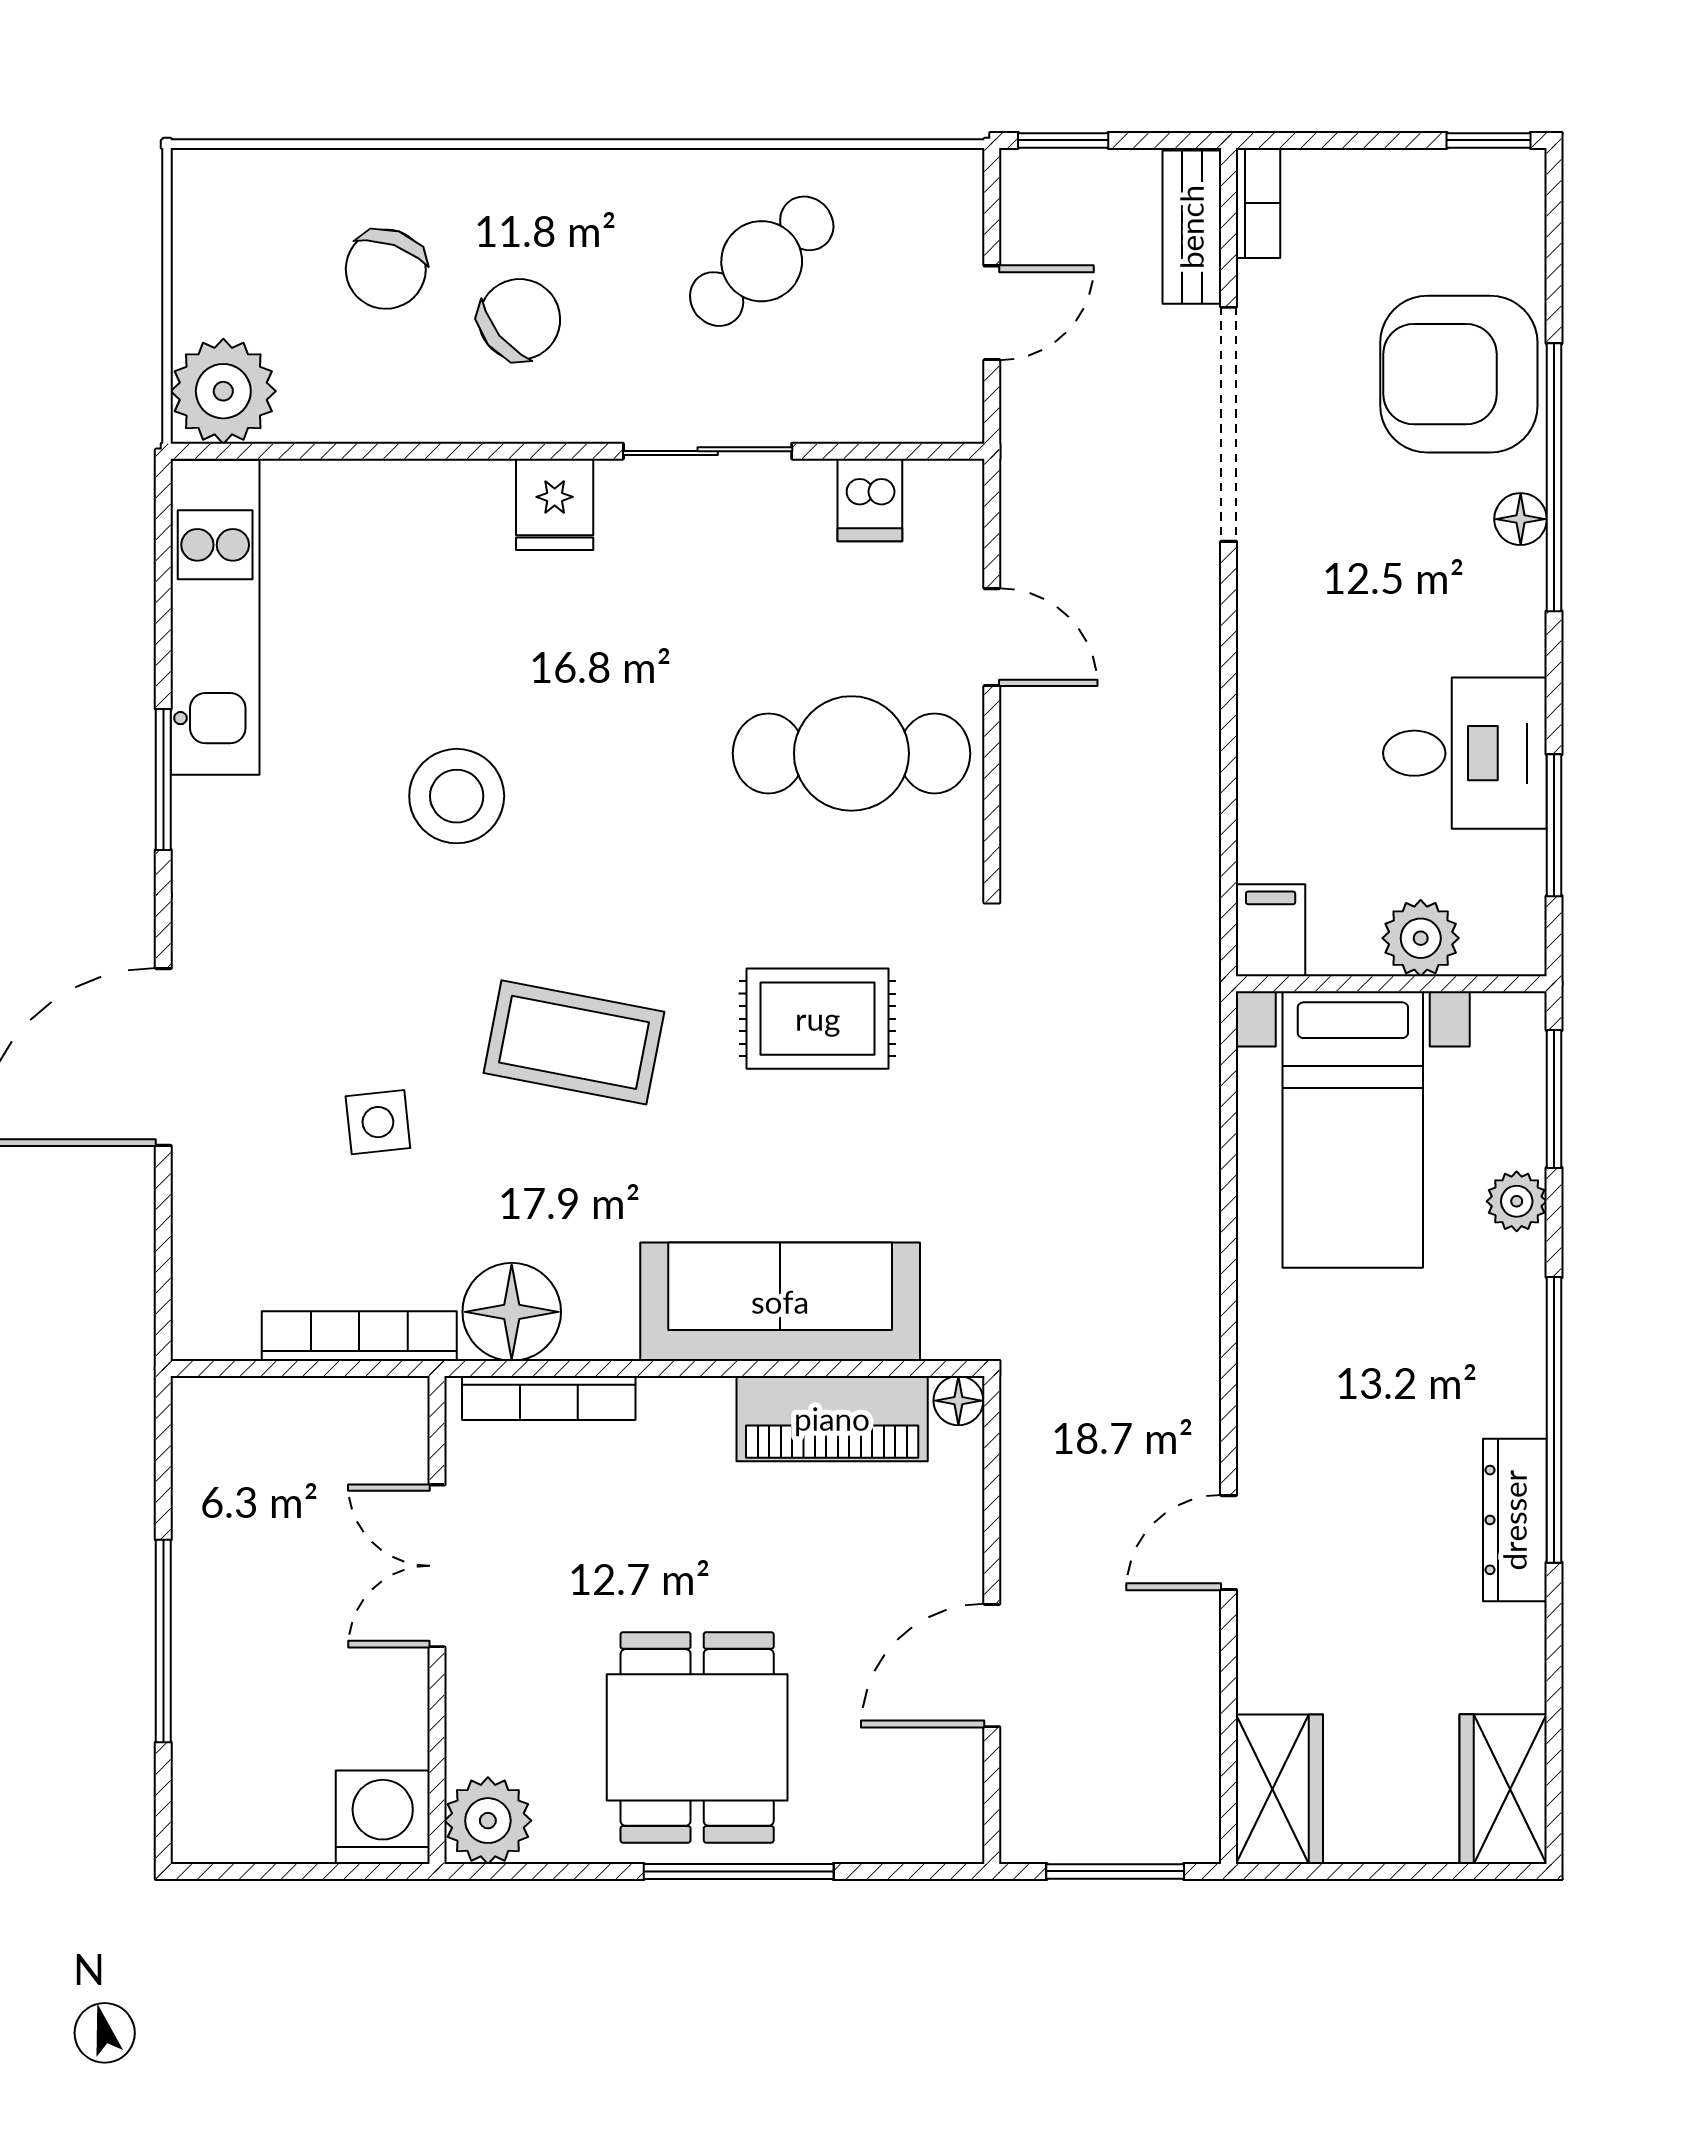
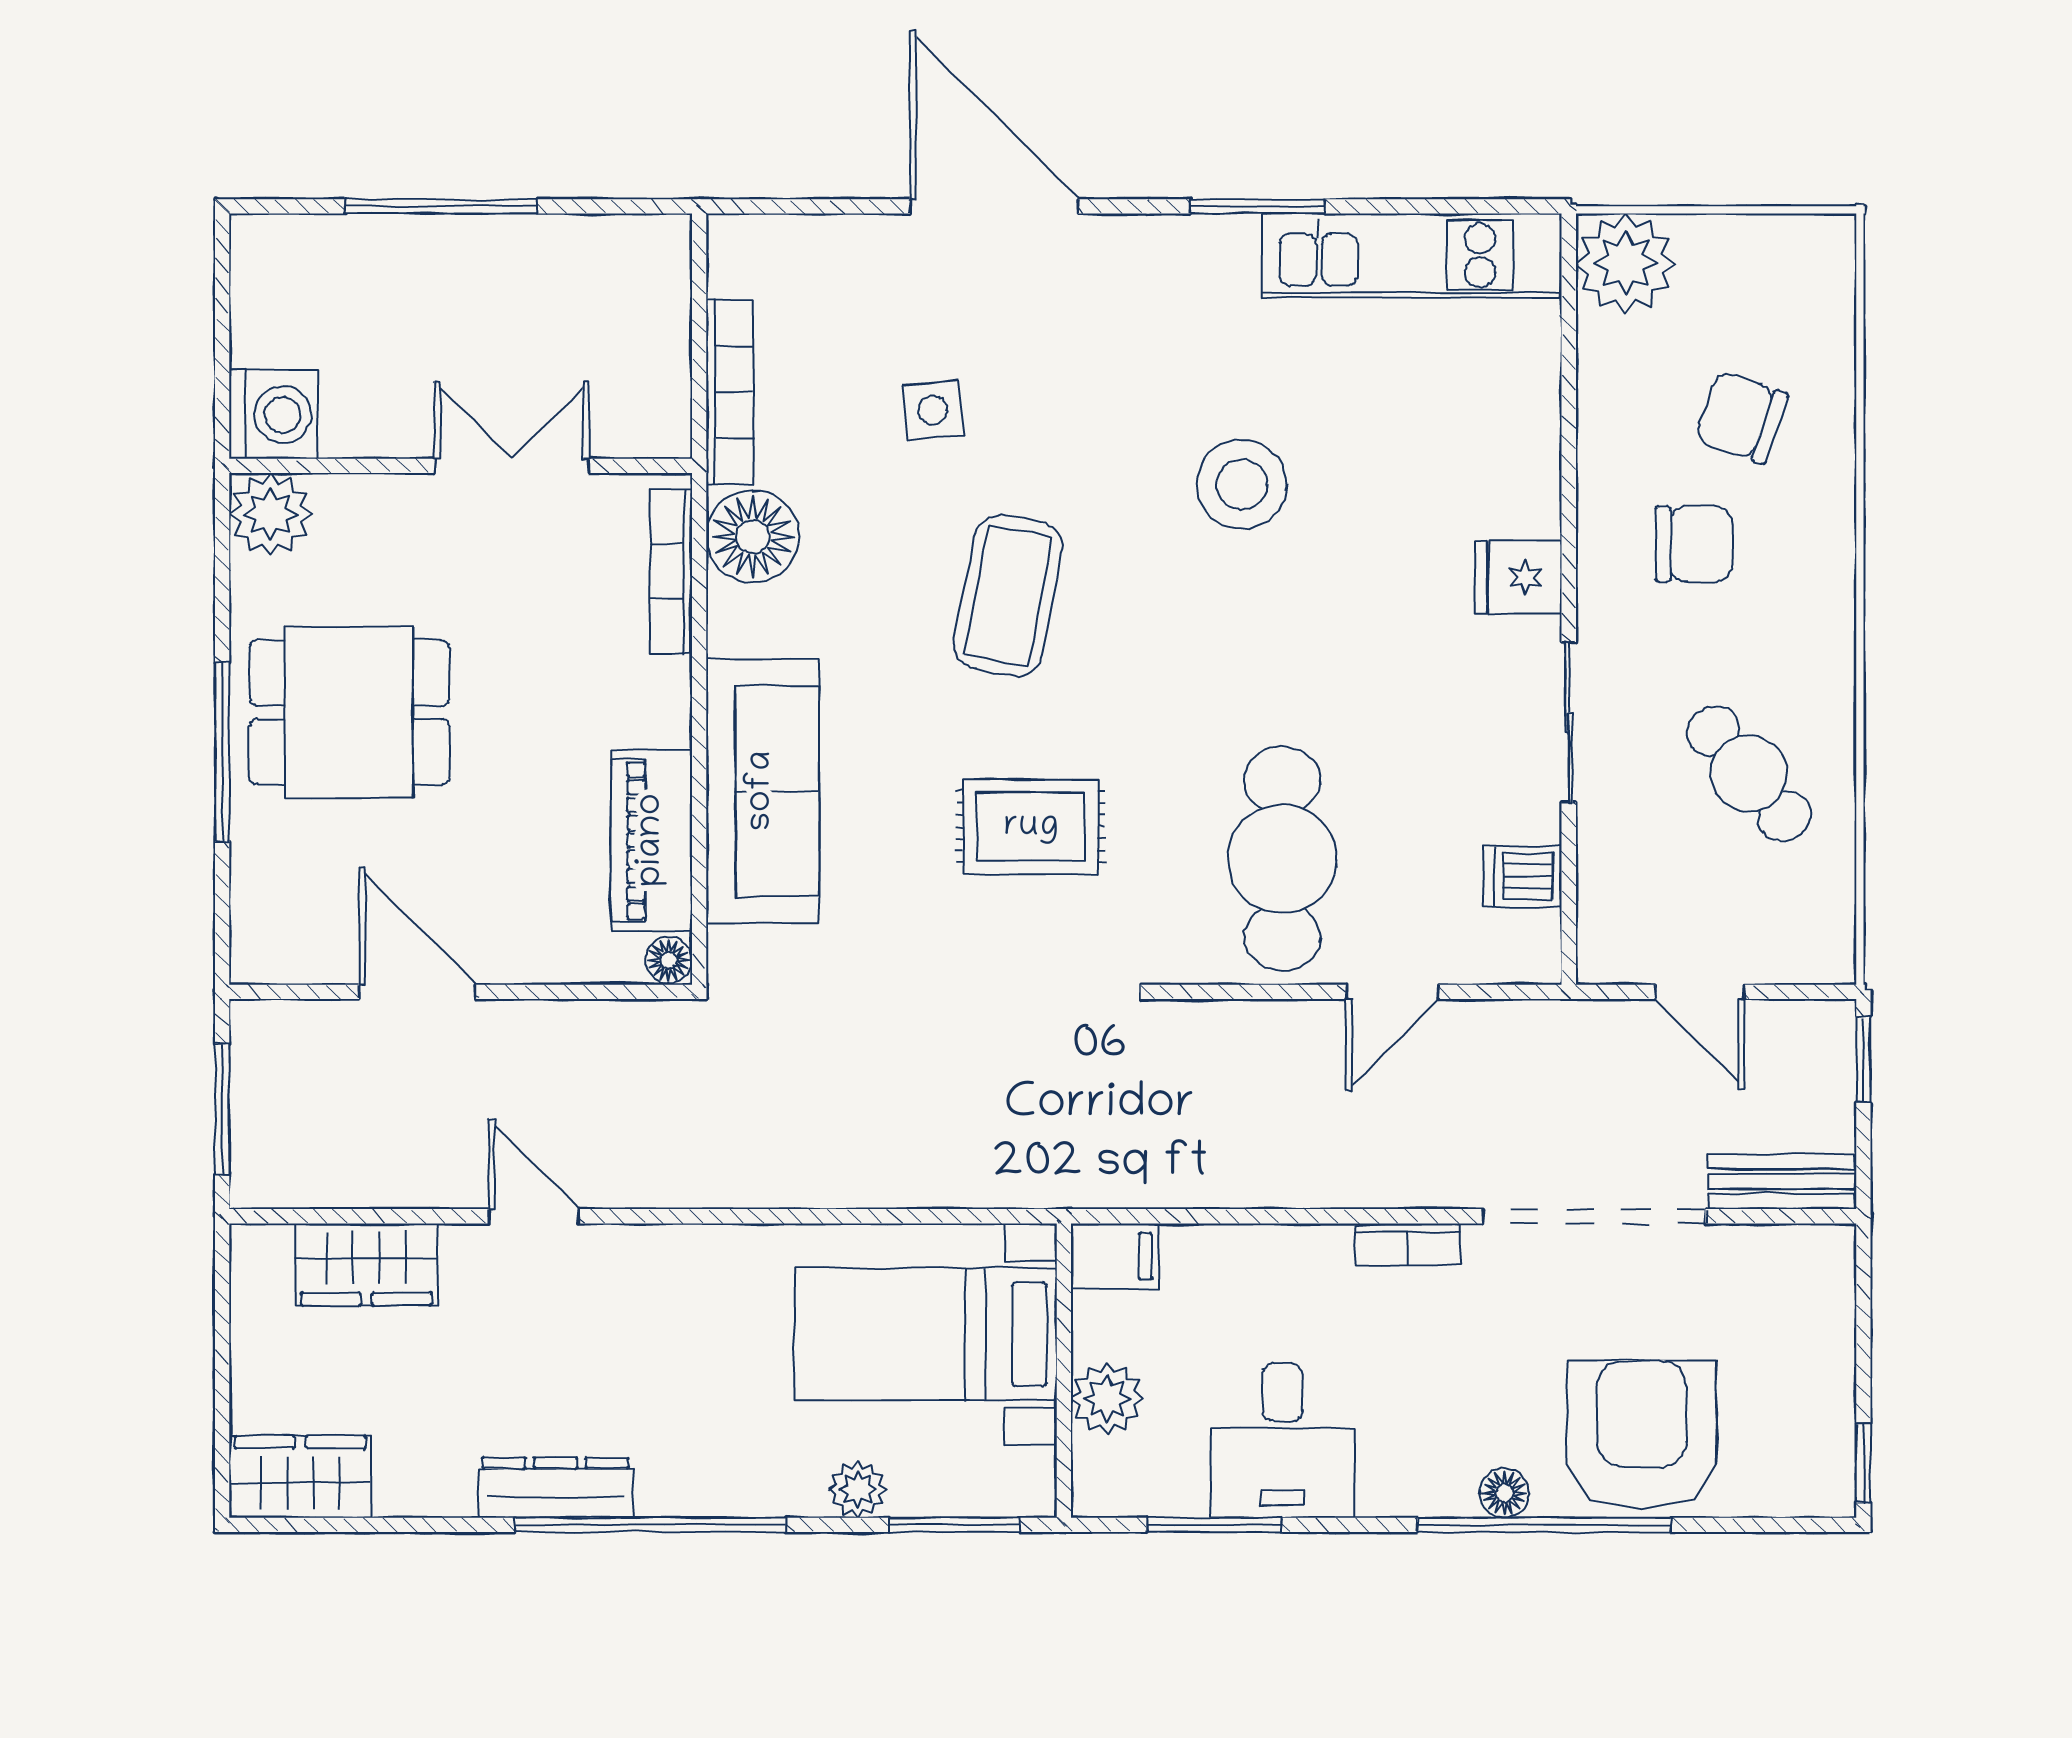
bookcase: (1258, 203) -> (1408, 1244), moved
chair: (520, 319) -> (1694, 544), turned -51
rug: (818, 1019) -> (1031, 827), turned 90
wardrobe: (1279, 1789) -> (366, 1264), moved

